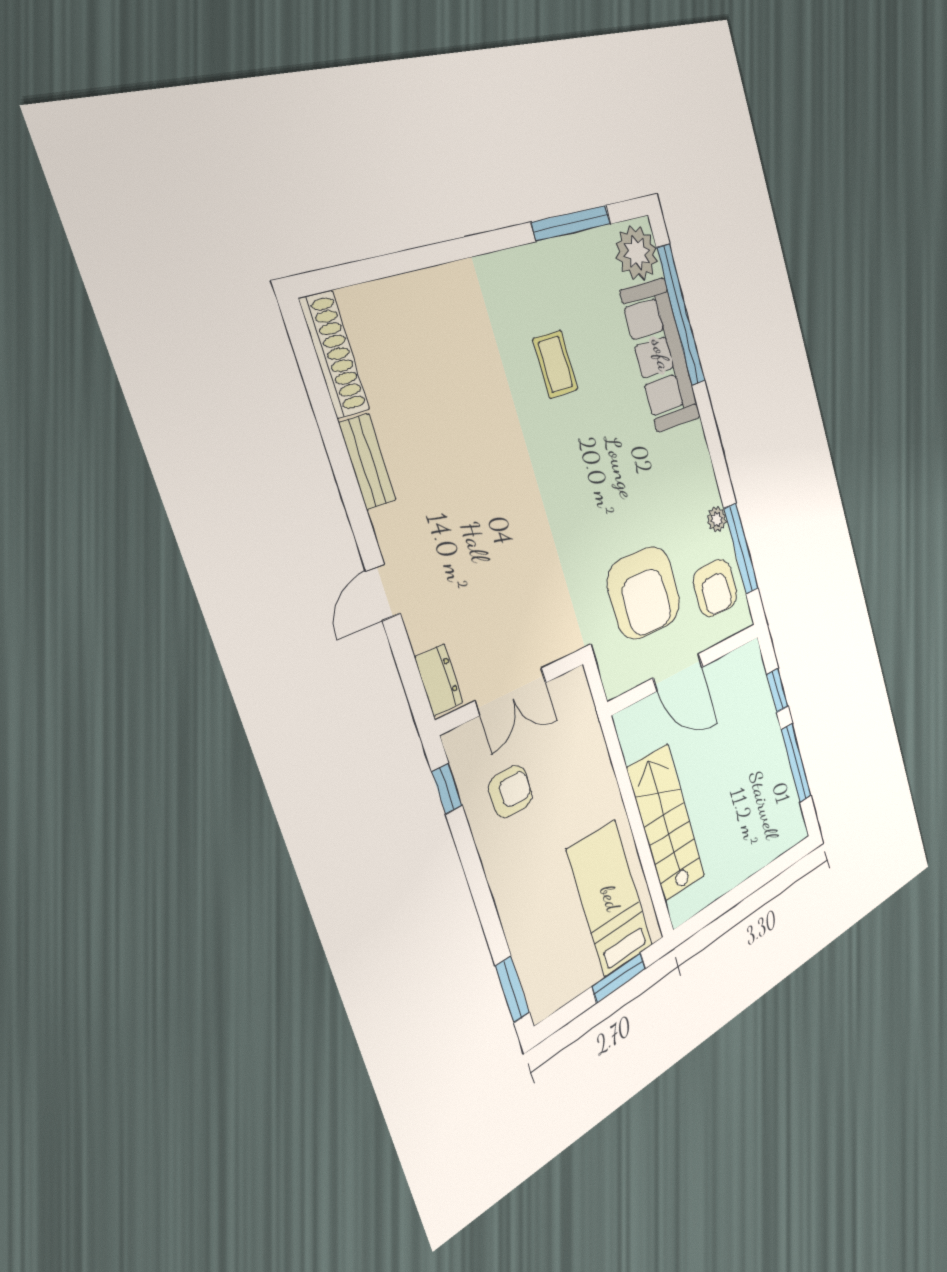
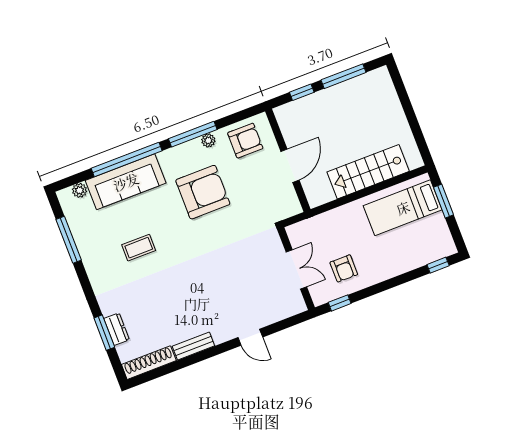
plant: (637, 253) -> (80, 190), width x0.53, depth x0.53
window: (399, 263) -> (104, 333), added
window: (681, 315) -> (127, 160), moved
window: (741, 549) -> (193, 134), moved
armchair: (644, 593) -> (203, 192), moved
dresser: (439, 680) -> (117, 329), moved, turned 90
armchair: (511, 792) -> (344, 268), turned 180
window: (512, 989) -> (438, 265), width x0.67

